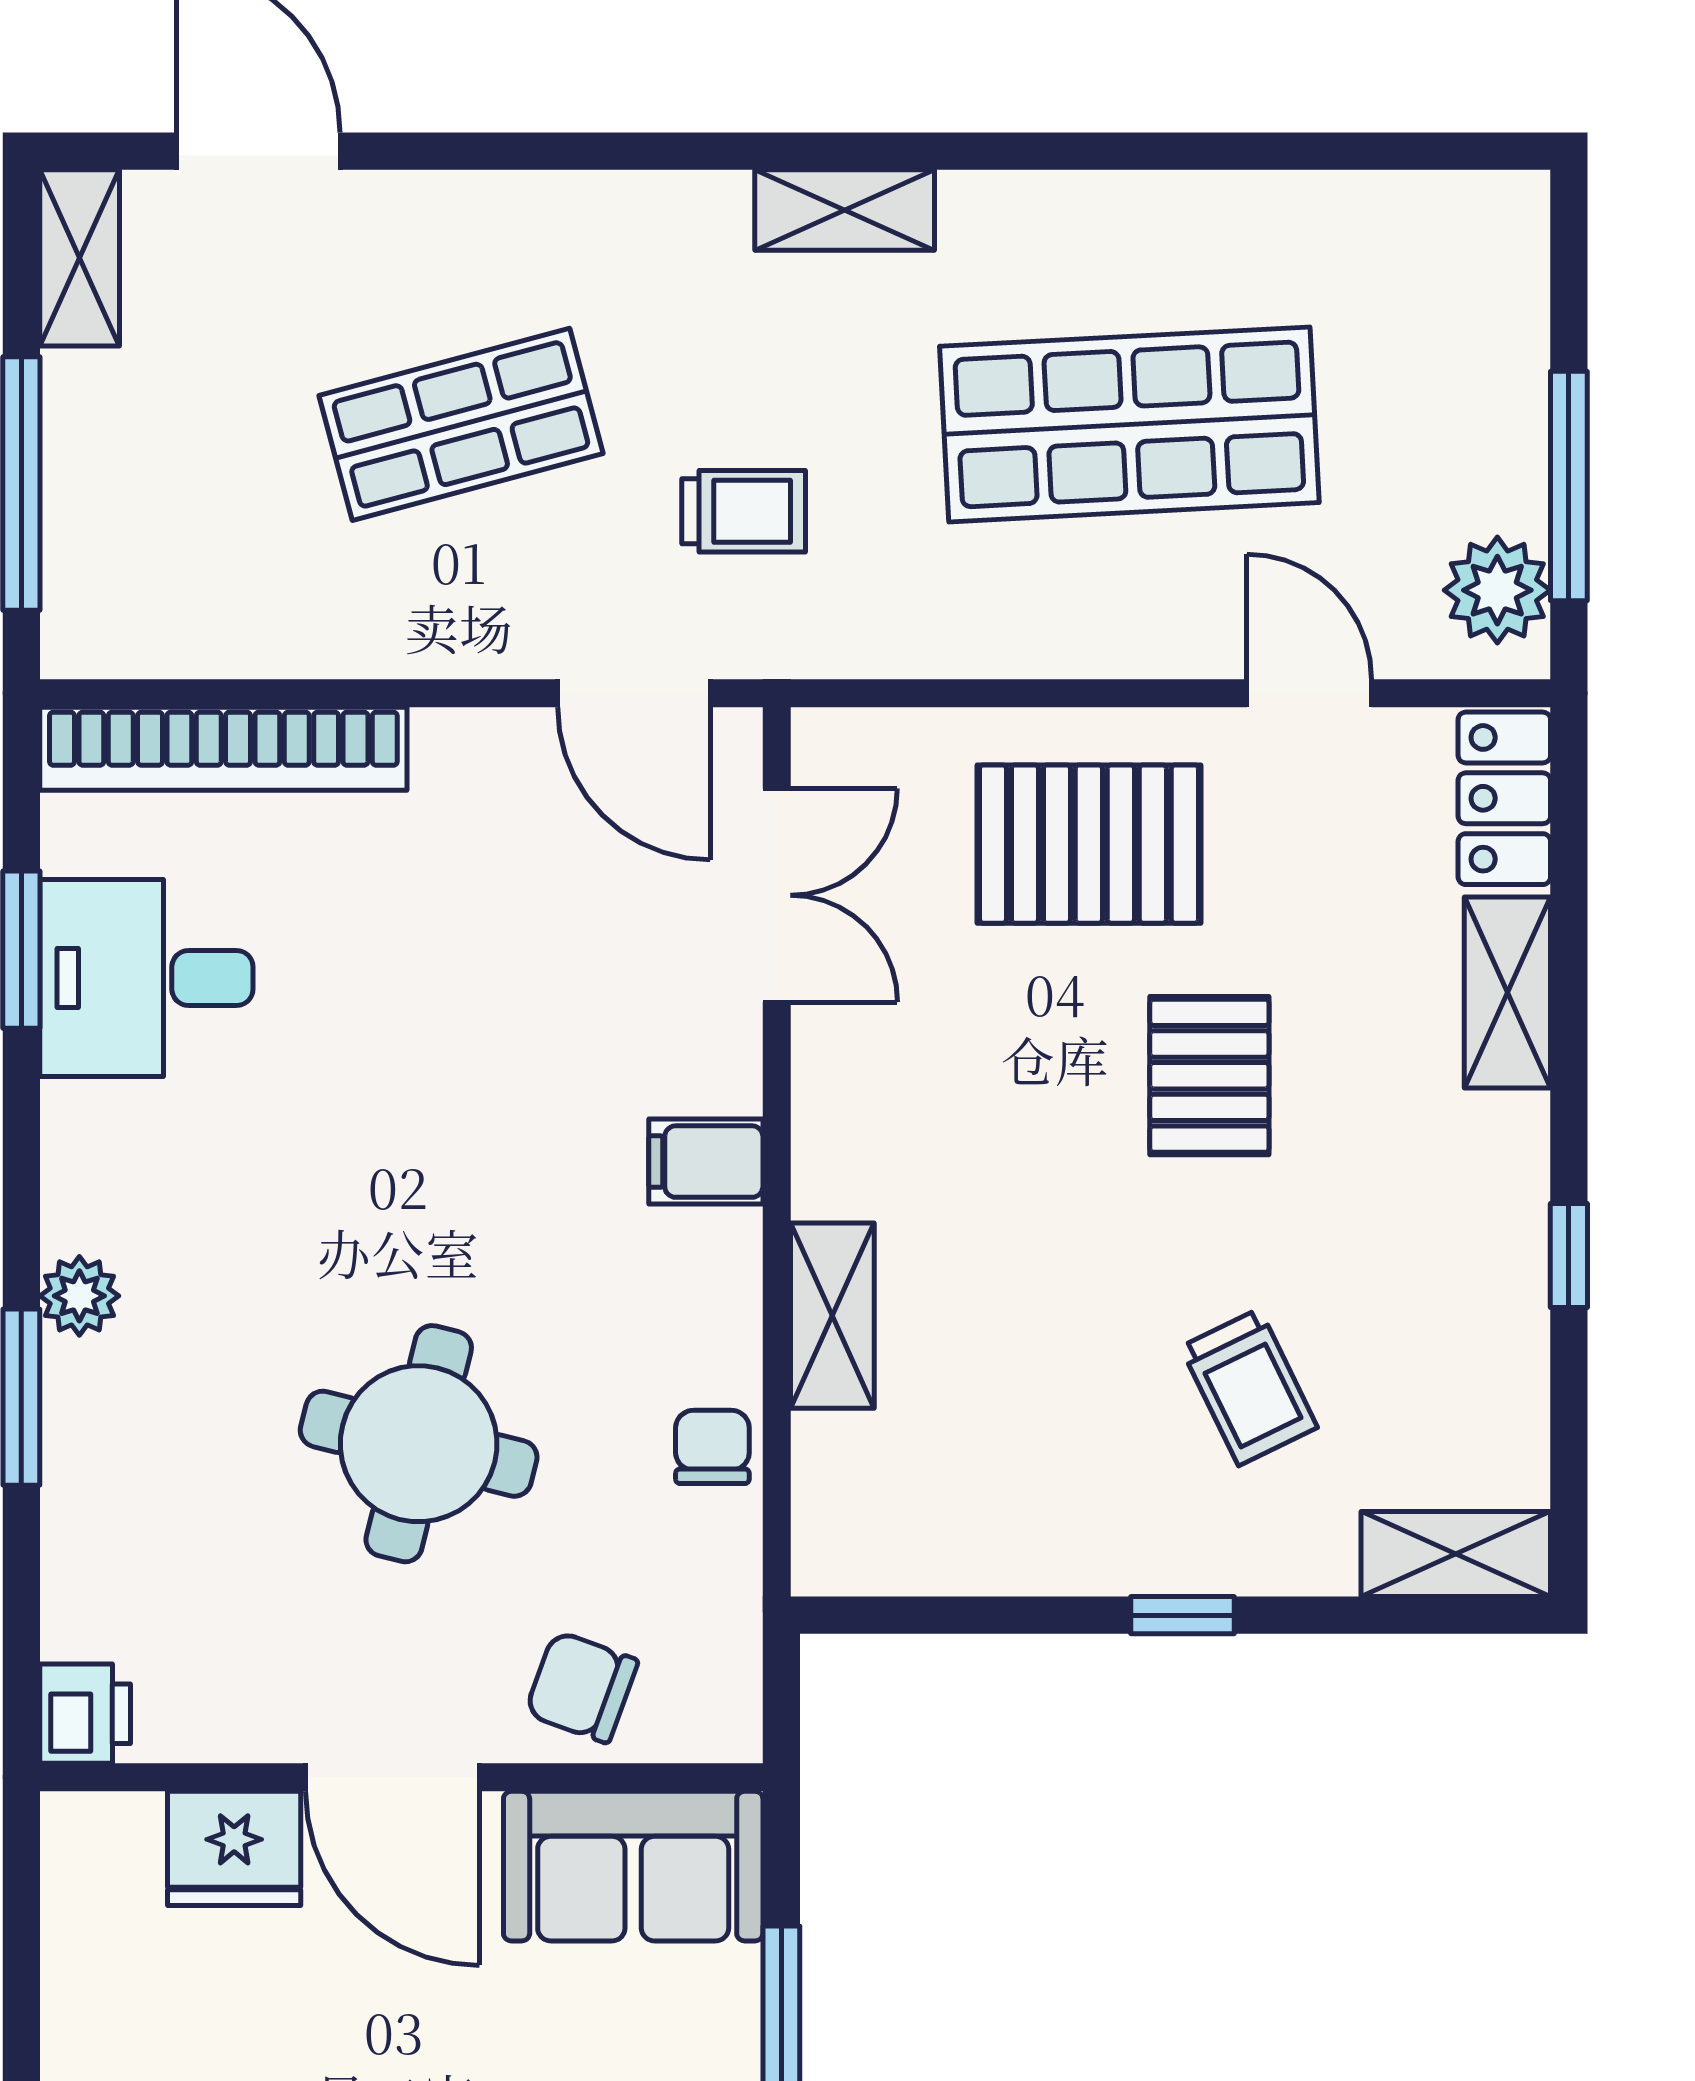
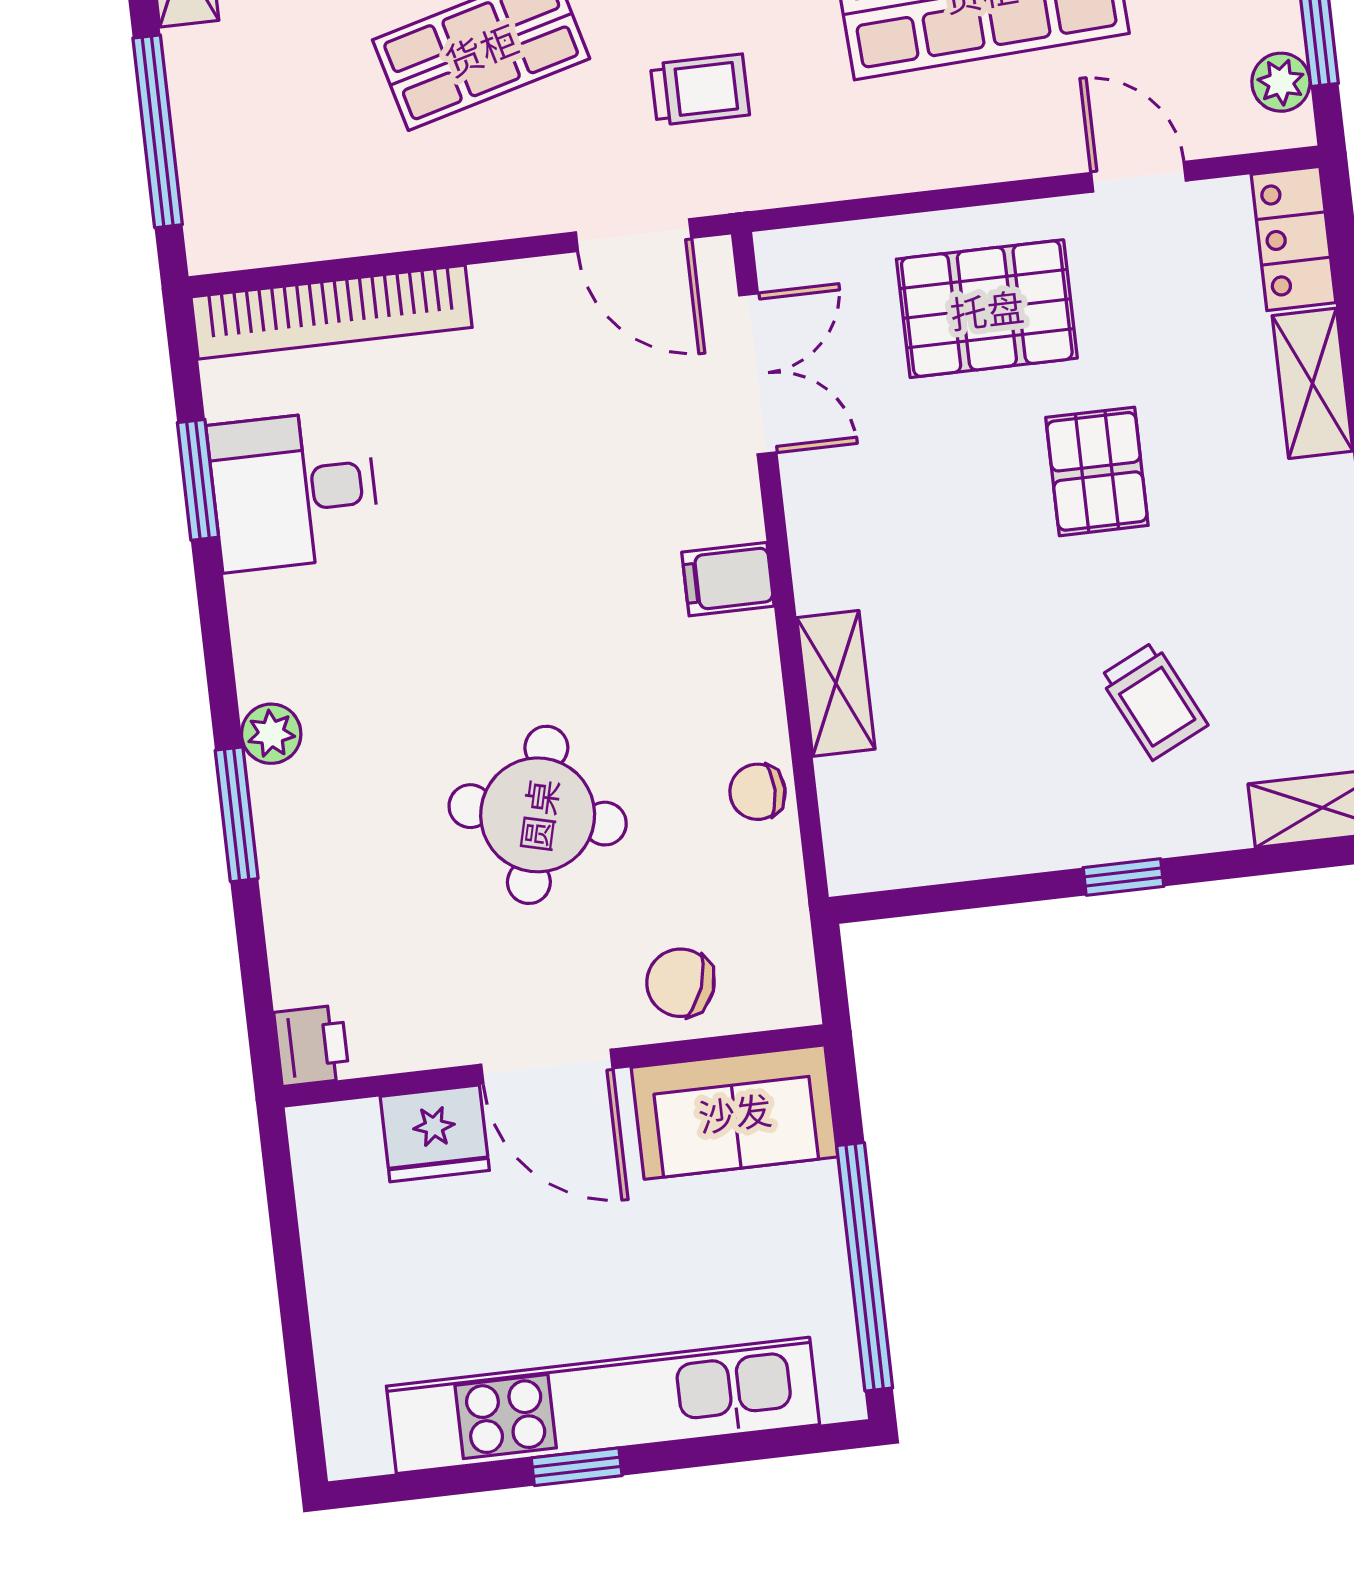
plant: (1497, 590) -> (1281, 82), width x0.73, depth x0.73
chair: (712, 1447) -> (758, 792), turned -90

